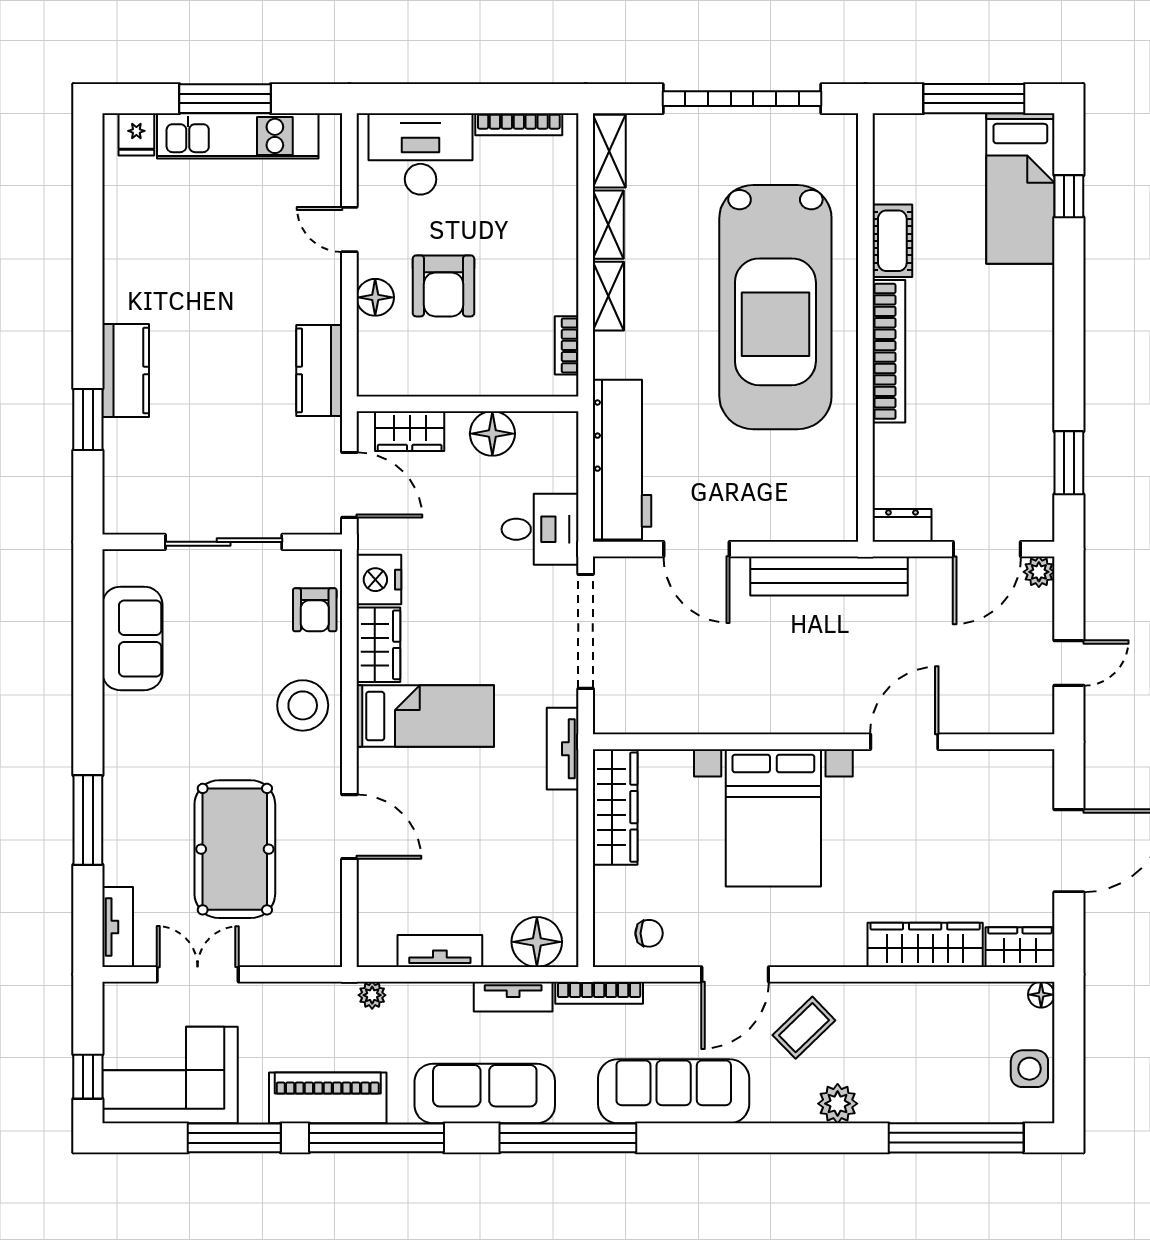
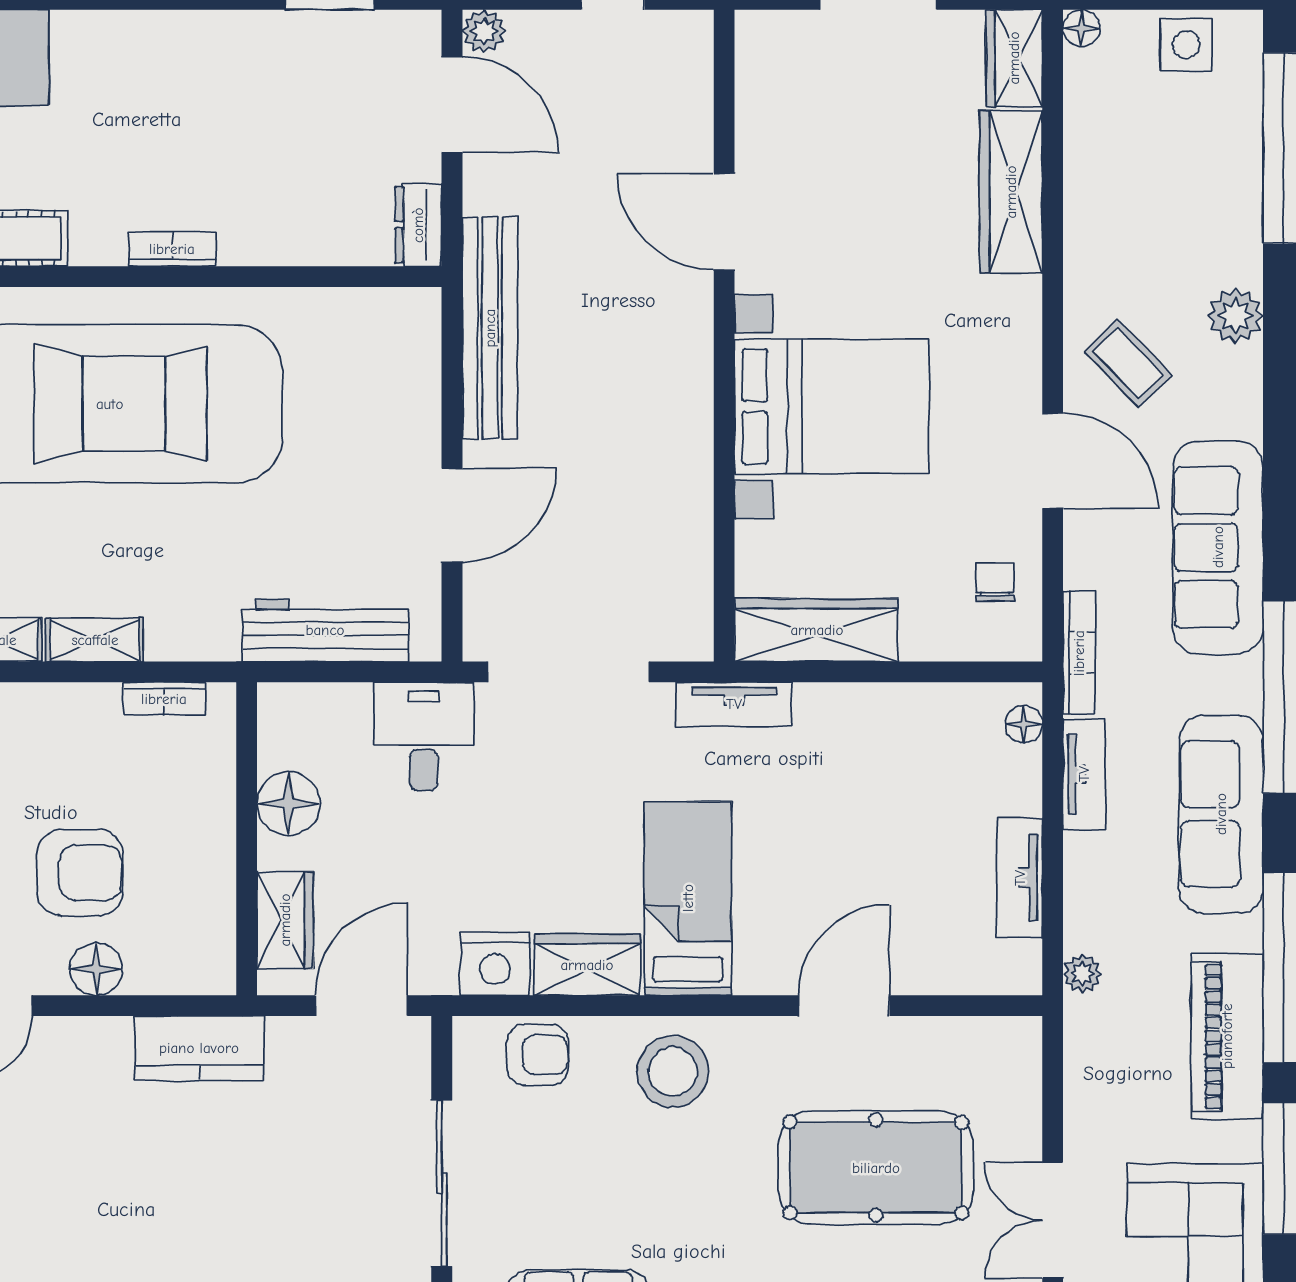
bookcase: (889, 351) -> (172, 249), width x0.43, depth x0.76
workbench: (622, 460) -> (325, 630), width x0.73, depth x0.76
floor lamp: (537, 942) -> (1024, 724), width x0.53, depth x0.53

